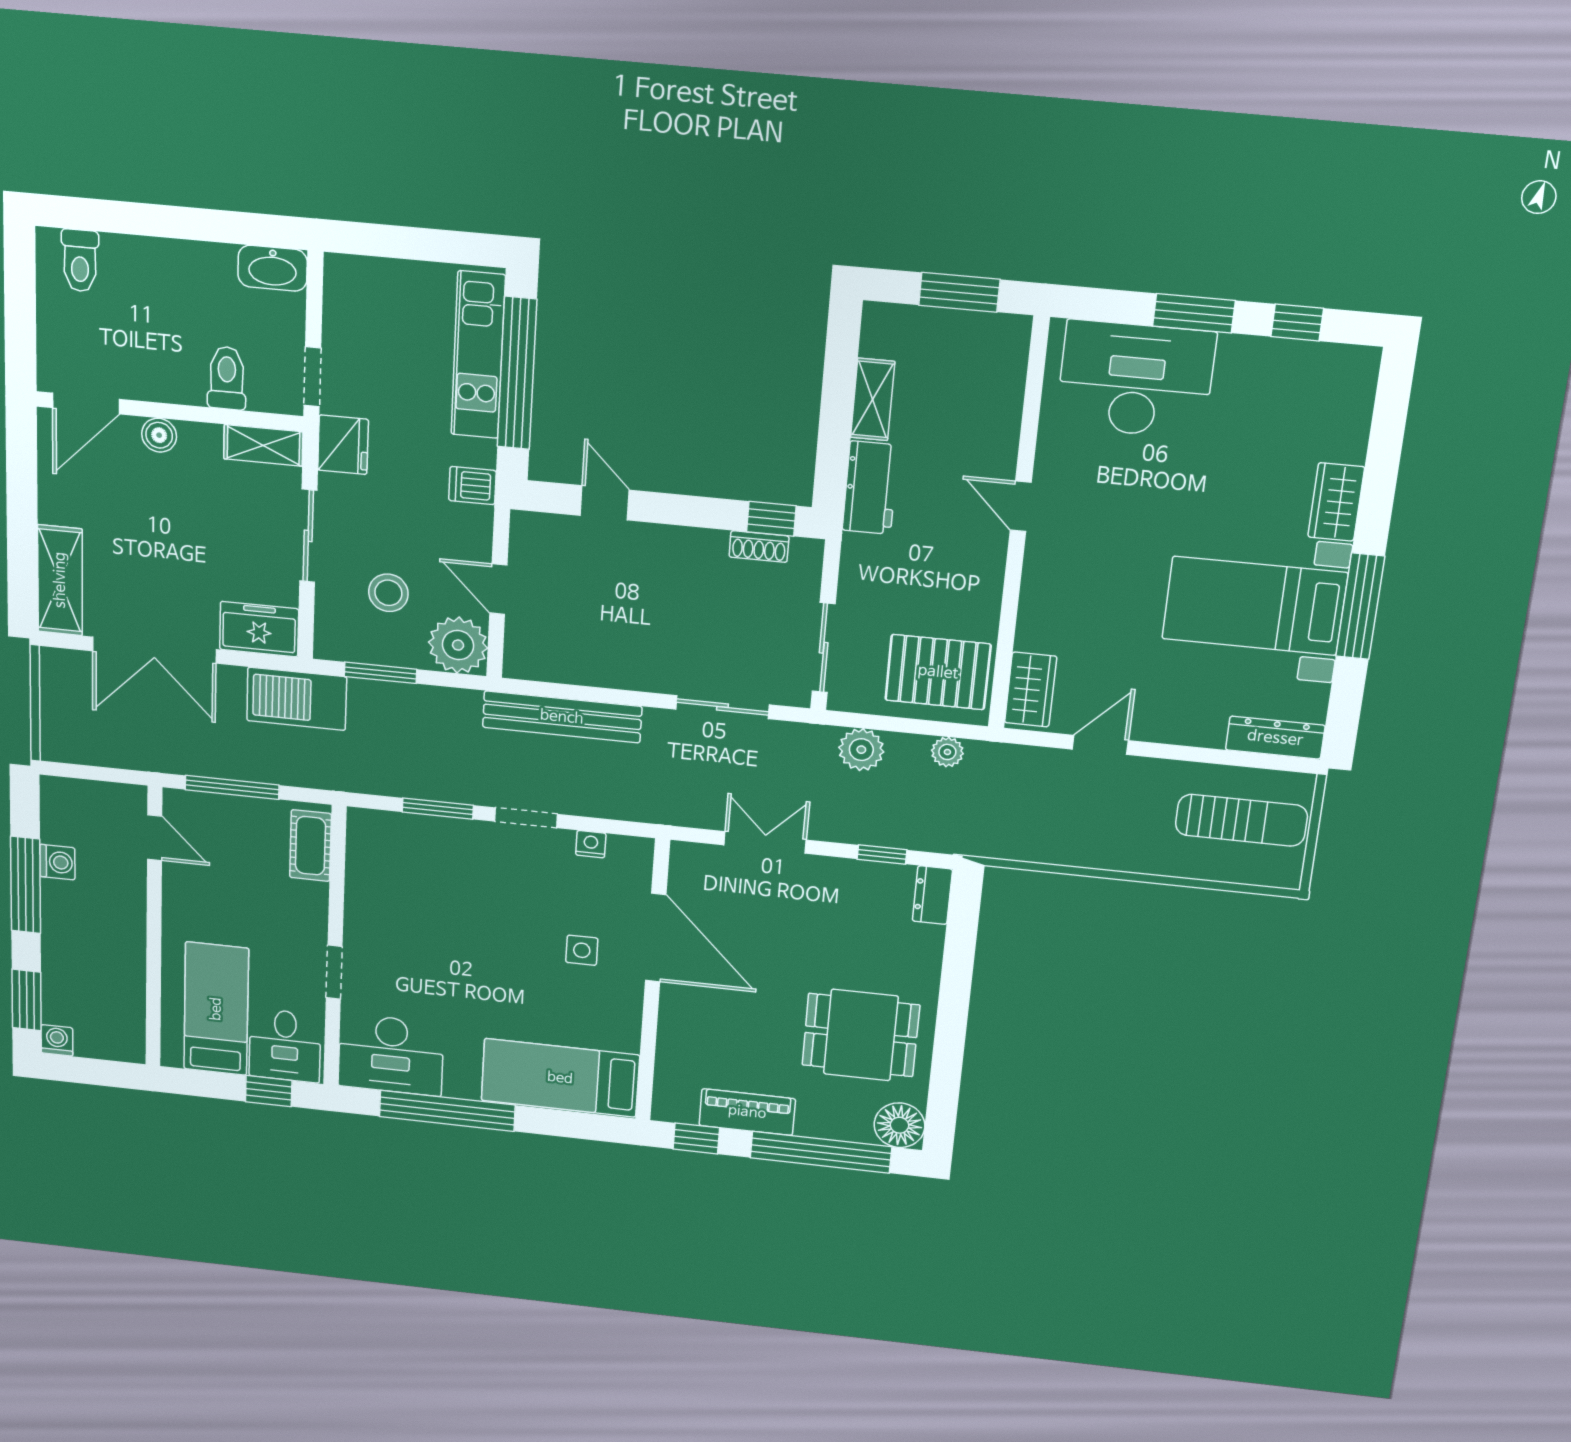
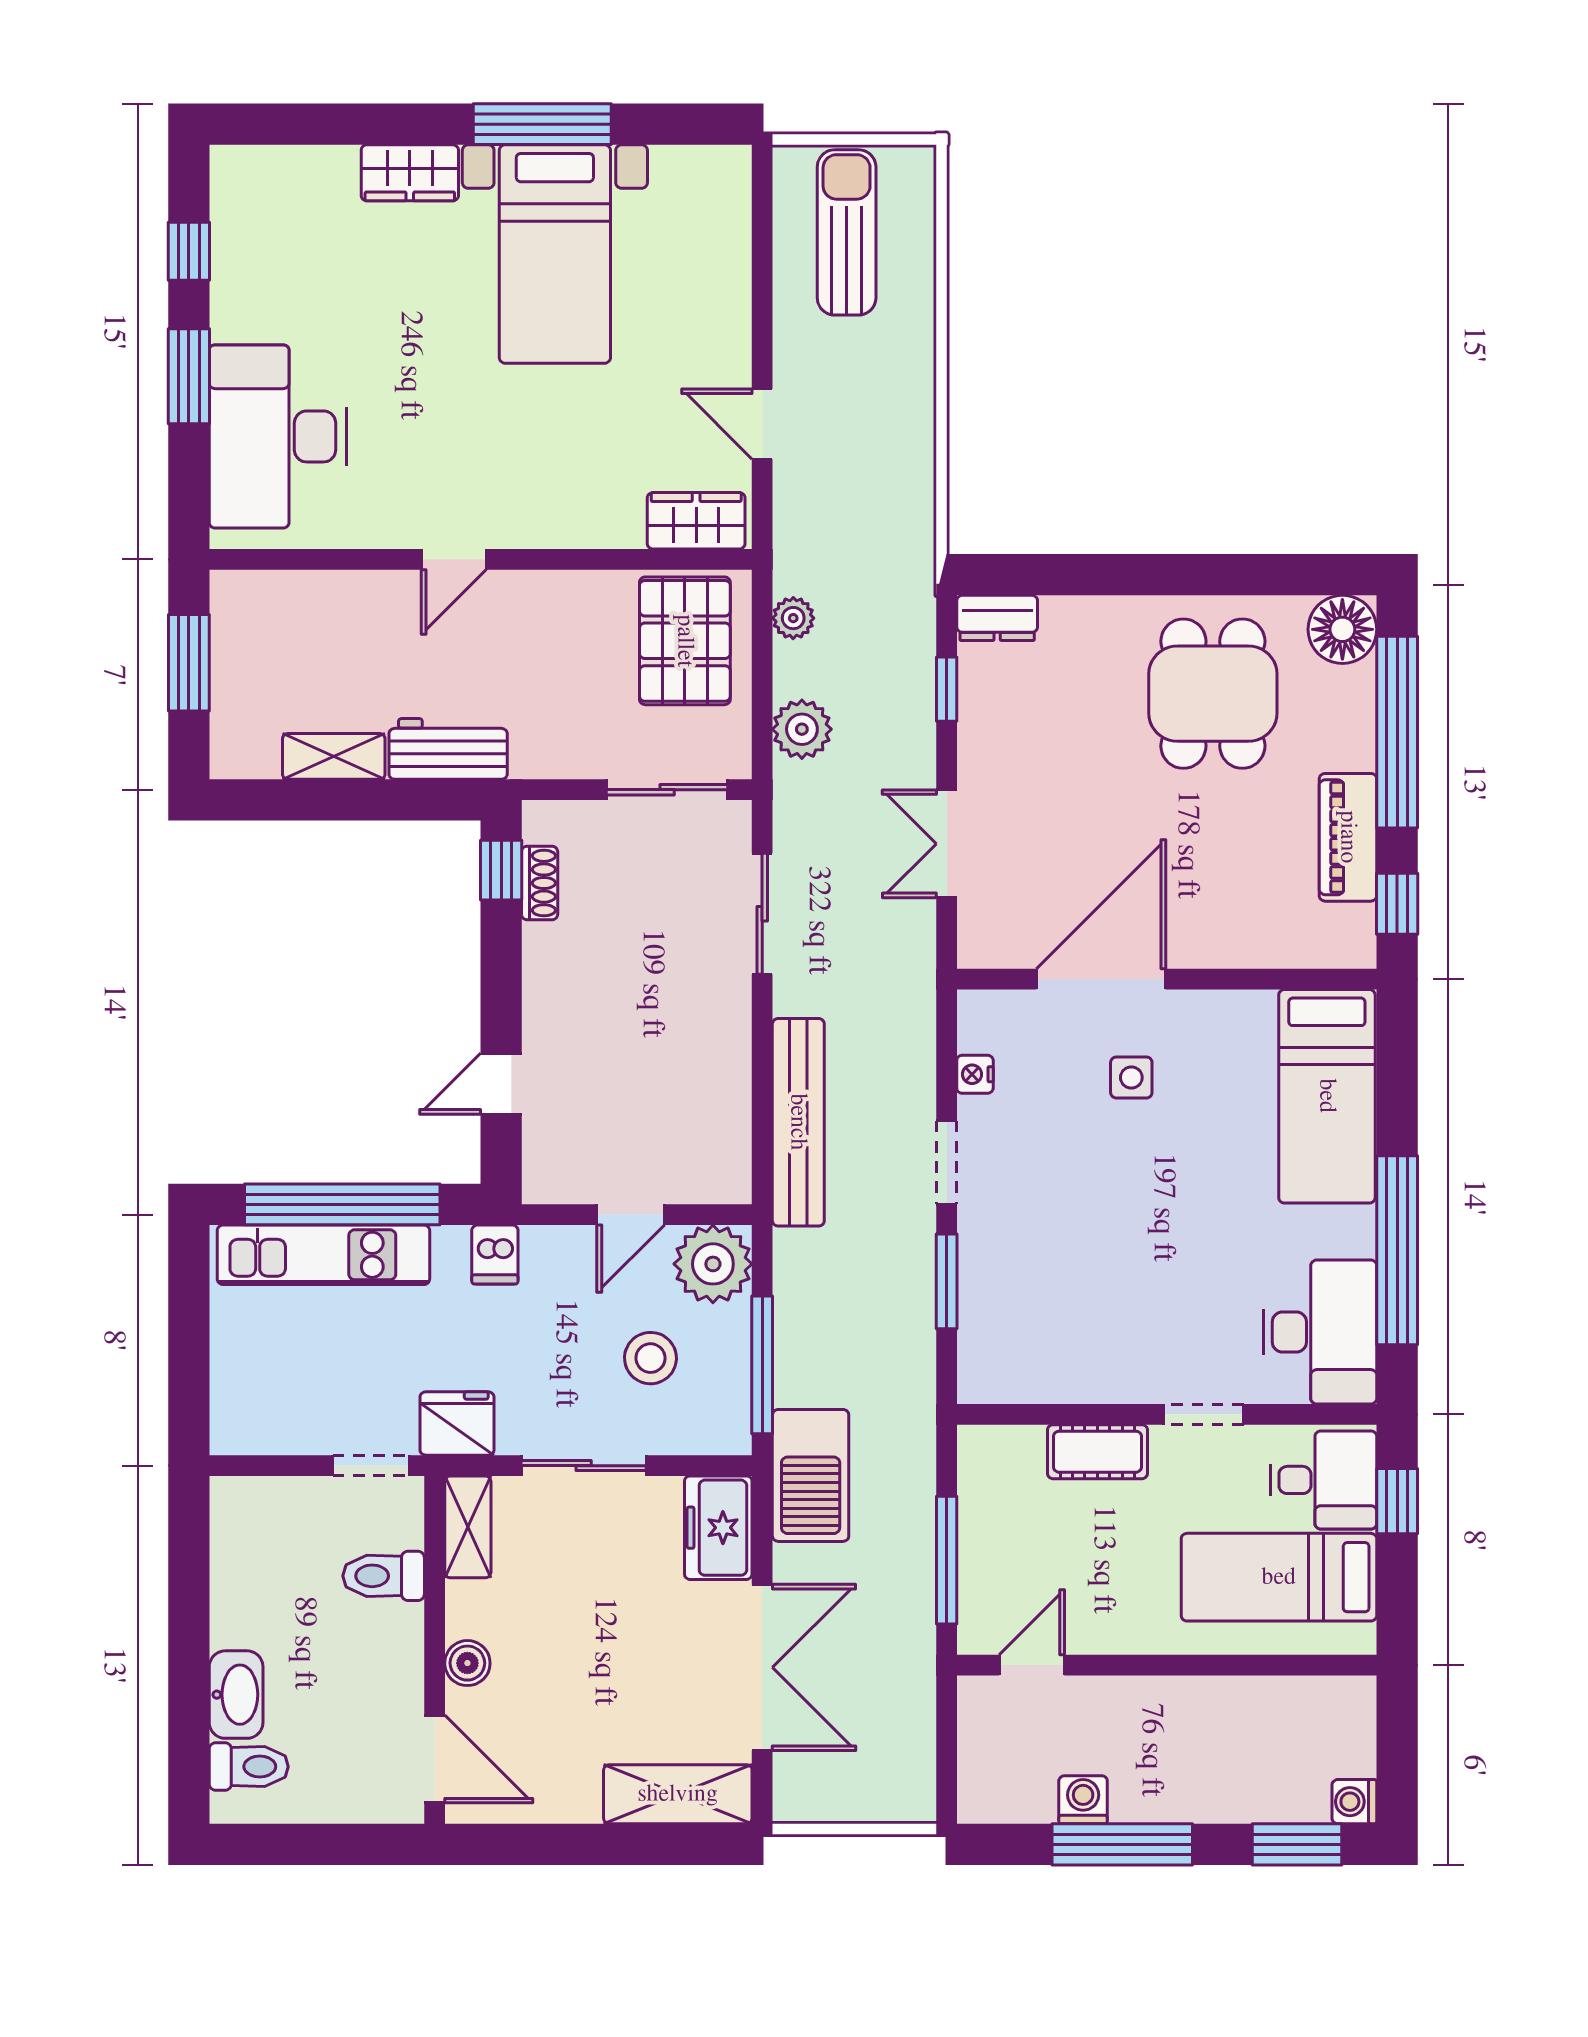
washbasin: (273, 268) -> (236, 1695), moved
window: (380, 673) -> (762, 1365), width x1.44
dresser: (1275, 738) -> (728, 205), removed
cot: (310, 846) -> (1097, 1452), moved

